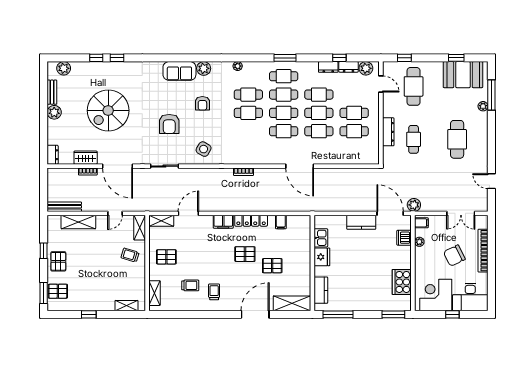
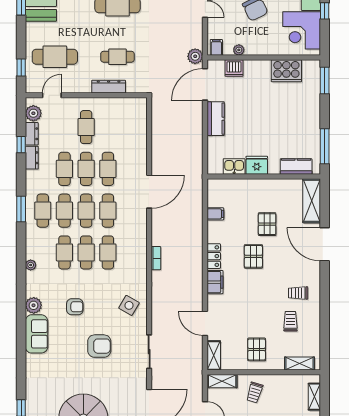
cafe table: (354, 131) -> (108, 252), moved
locker: (251, 221) -> (214, 256), width x0.66

